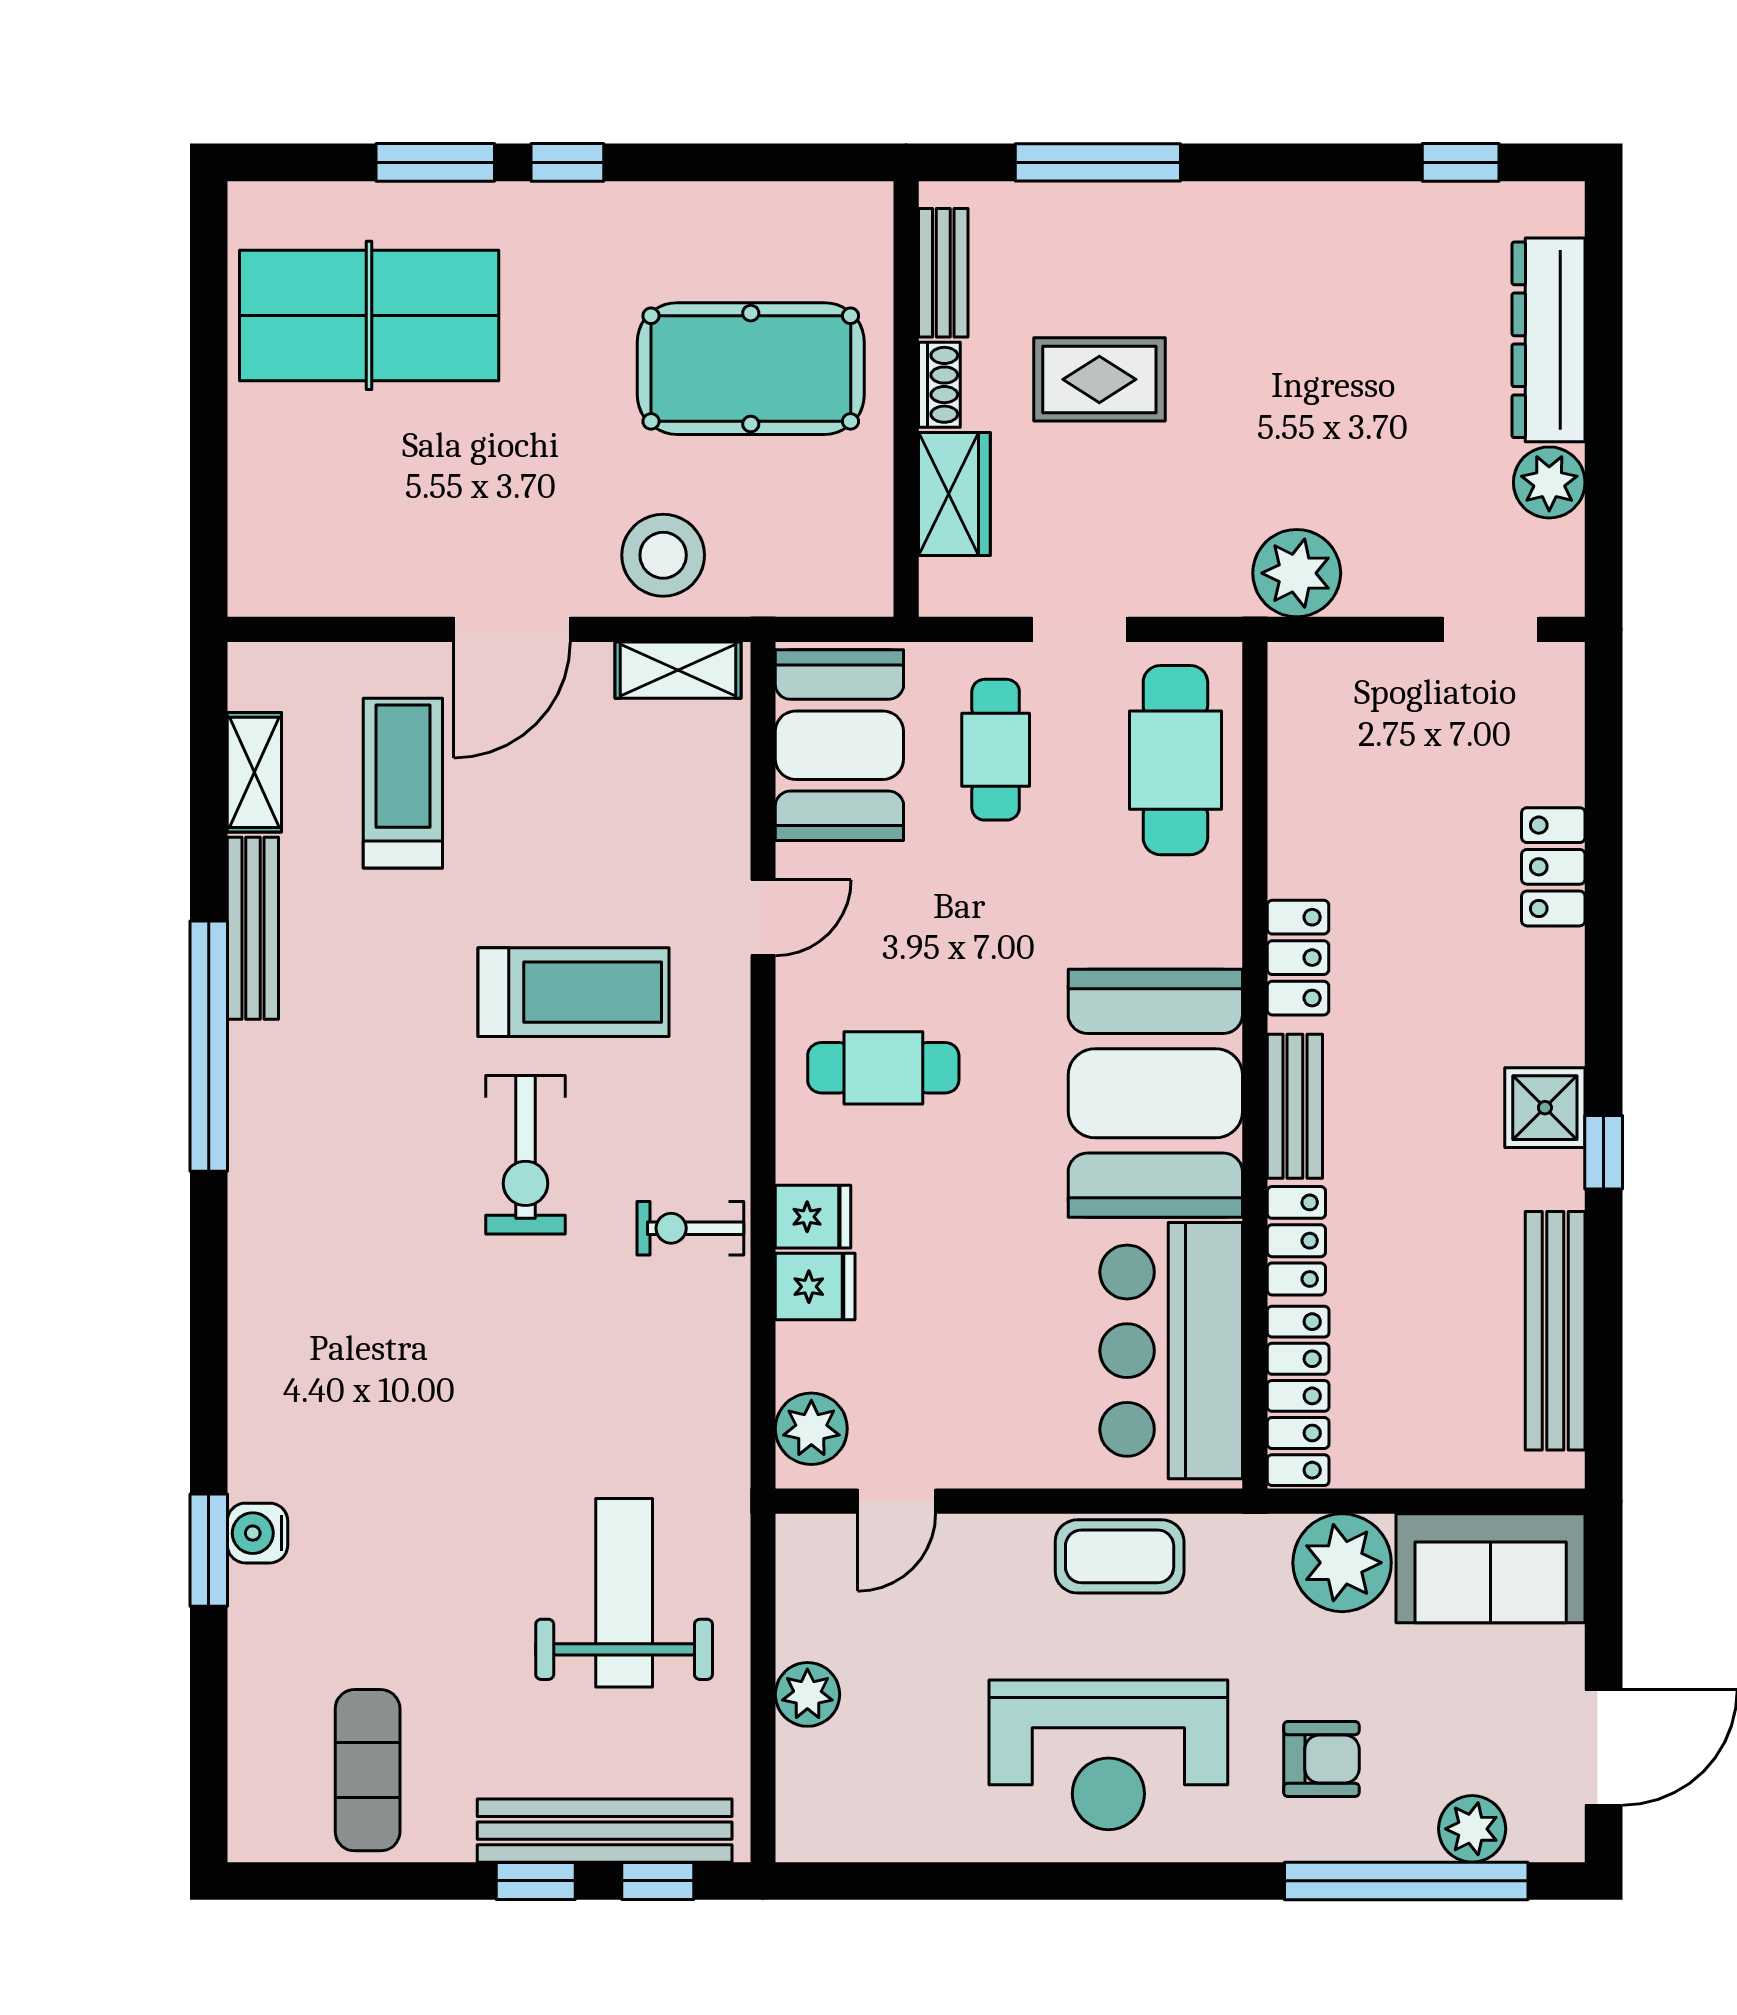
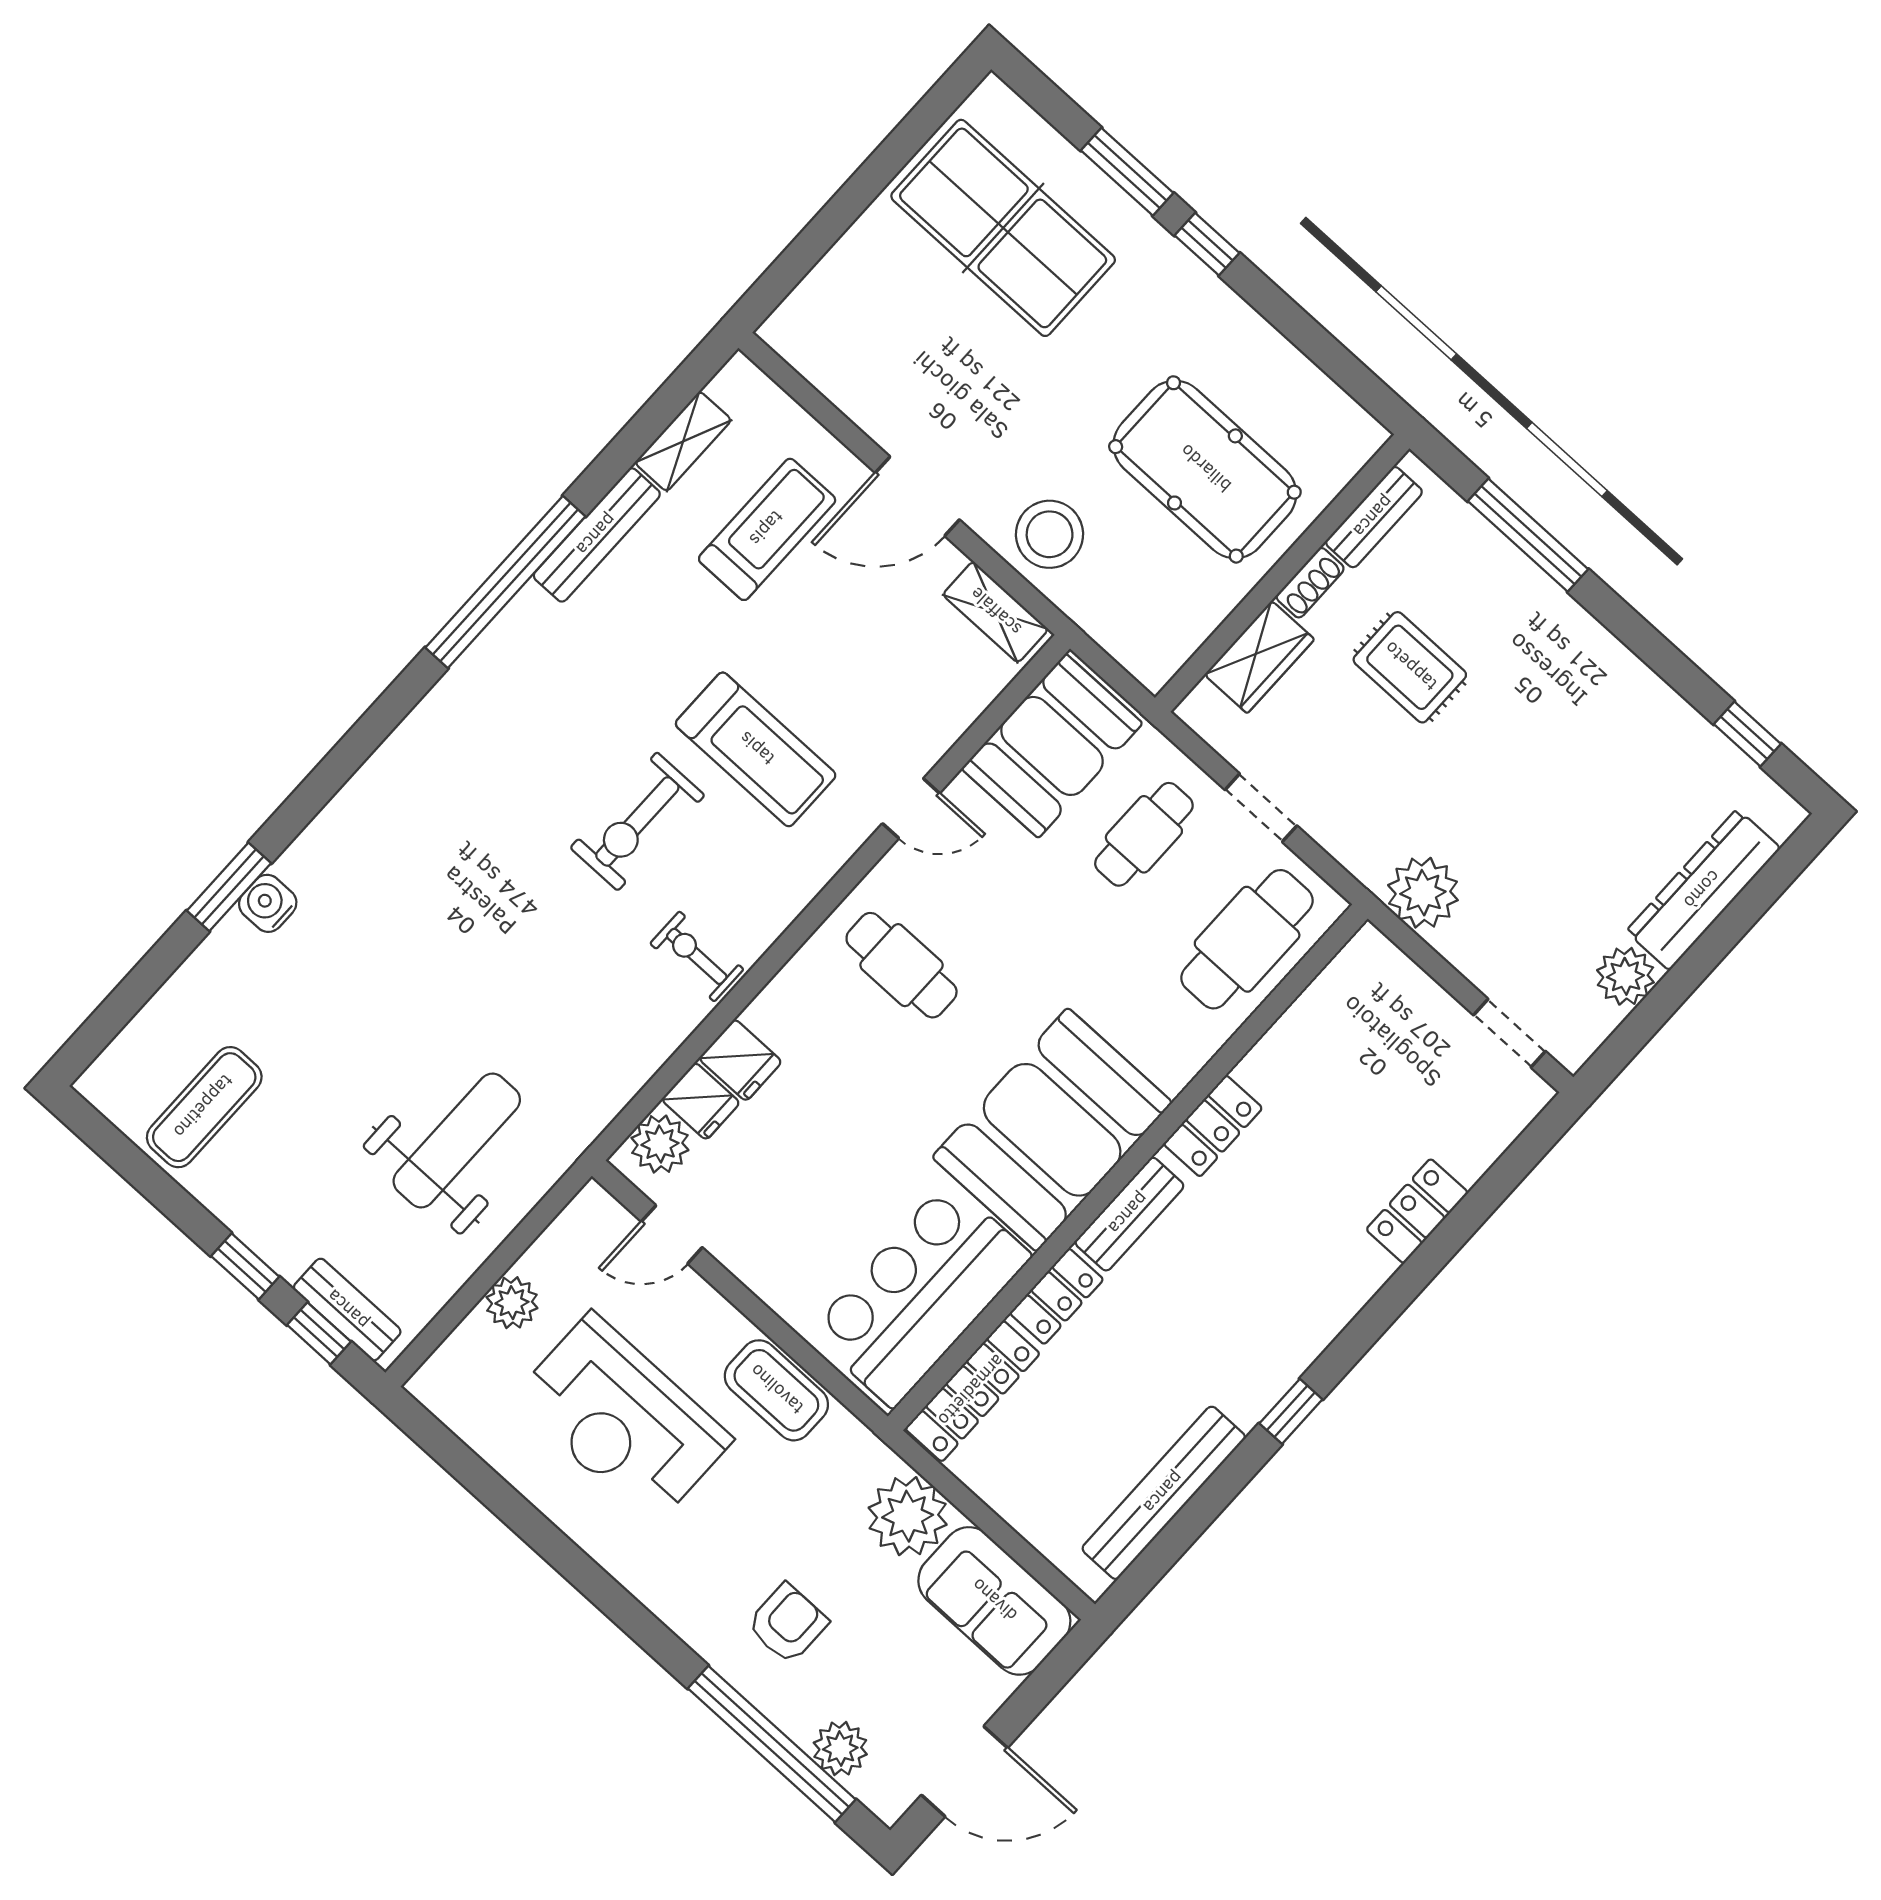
shower: (1545, 1108) -> (1280, 1352), removed
fridge: (813, 1217) -> (701, 1101), moved
reception desk: (1108, 1755) -> (622, 1419), moved
armchair: (1321, 1759) -> (787, 1624), turned -90
bench: (605, 1831) -> (347, 1310), width x0.54, depth x0.82

